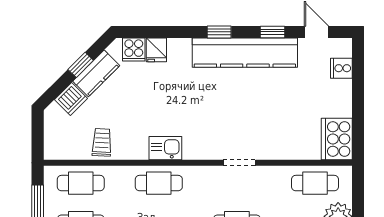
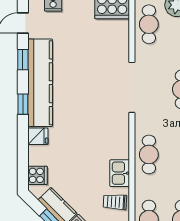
fridge: (156, 50) -> (38, 136), moved
kitchen sink: (165, 148) -> (120, 173), moved
doorway: (239, 163) -> (132, 87), width x1.88

